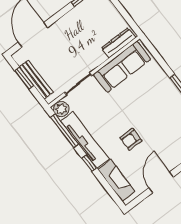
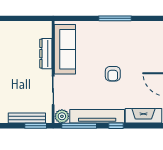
dresser: (119, 43) -> (46, 54), moved
window: (24, 78) -> (36, 126), moved
armchair: (131, 139) -> (113, 74), moved

